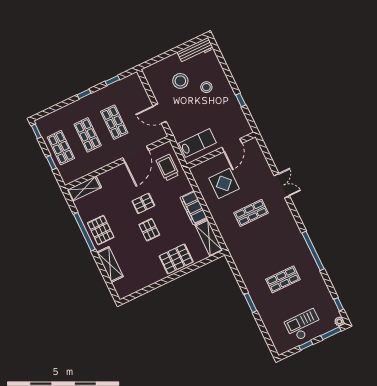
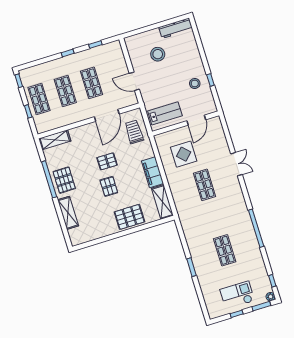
stool: (206, 87) -> (195, 83), moved
shop shelf: (251, 213) -> (204, 185), turned 90
shop shelf: (283, 279) -> (225, 250), turned 90

